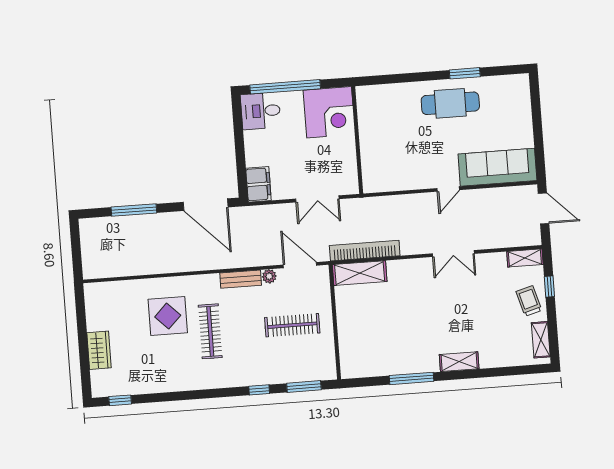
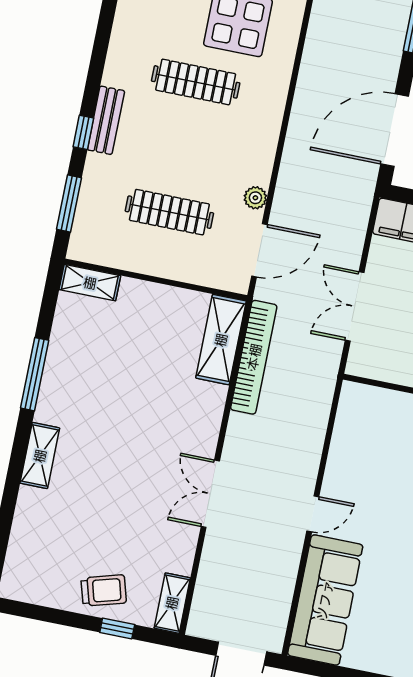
door: (448, 189) -> (313, 514), swing flipped
bench: (241, 279) -> (106, 120), moved
clothes rail: (292, 325) -> (169, 212), turned 90
shelving: (541, 340) -> (90, 283), moved

